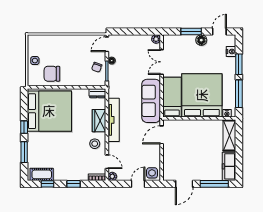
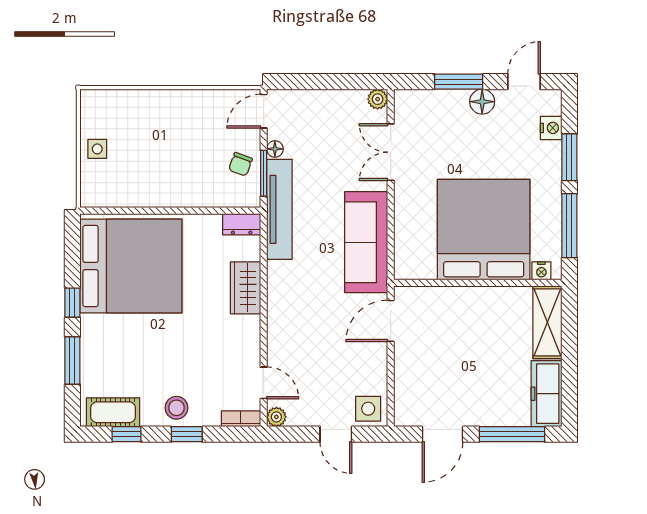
chair: (52, 74) -> (137, 179), removed
bed: (172, 97) -> (414, 233), removed
tv unit: (114, 120) -> (279, 209), moved
stool: (95, 144) -> (176, 408), moved
door: (138, 184) -> (336, 434), swing flipped

